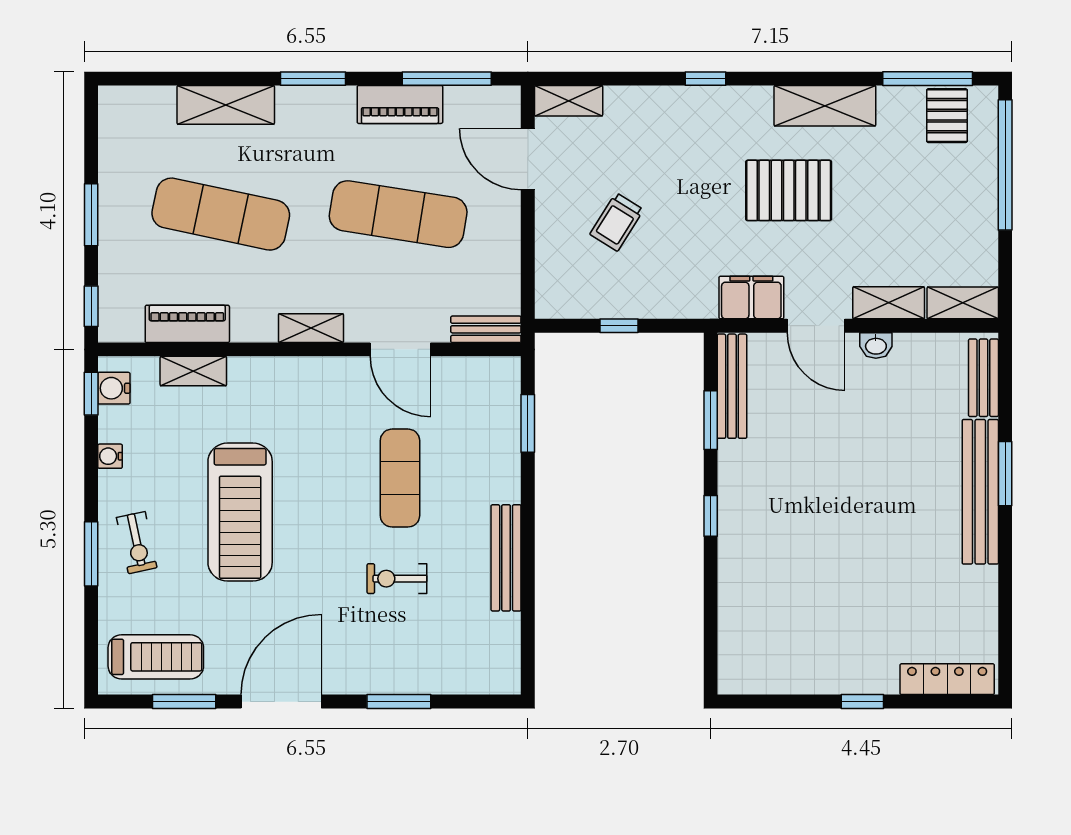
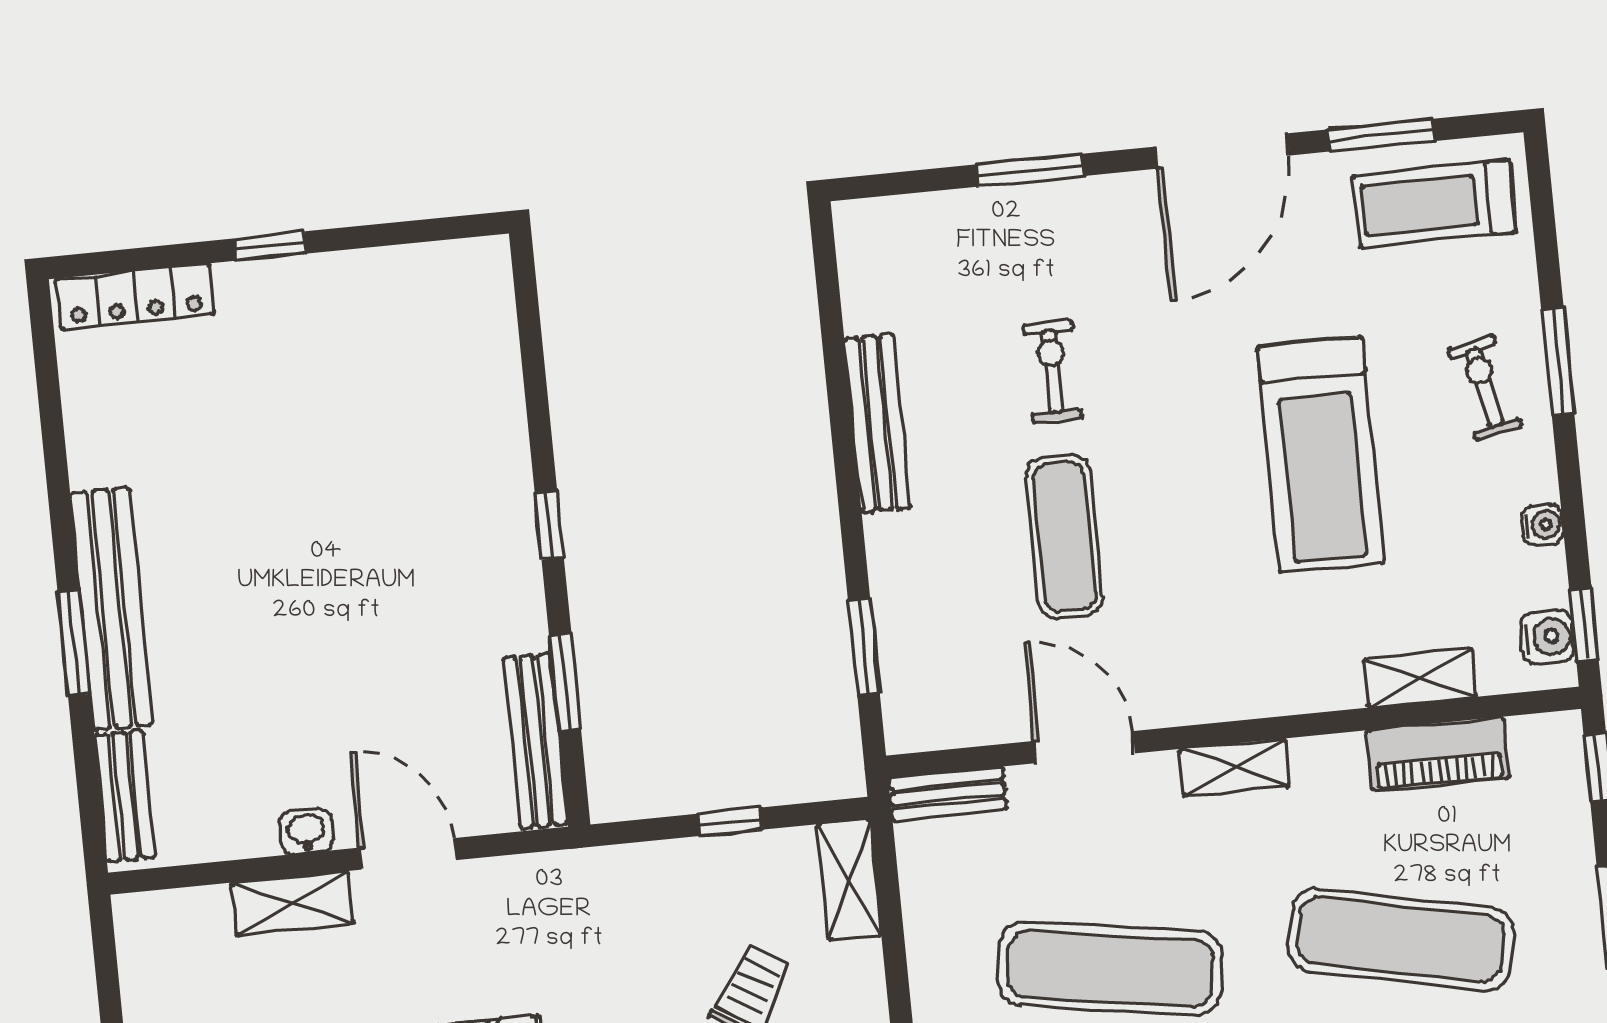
filing cabinet: (751, 298) -> (518, 890), removed
shelving: (963, 303) -> (849, 880), moved, turned 90
treadmill: (240, 512) -> (1320, 455), turned 180
exercise bike: (397, 579) -> (1053, 371), turned -90

